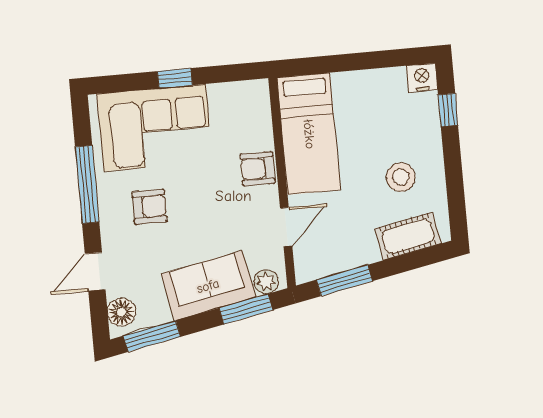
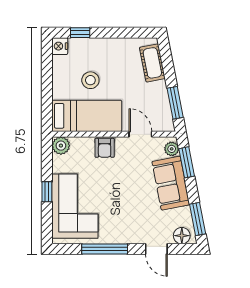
plant: (255, 95) -> (61, 146), added
stool: (401, 177) -> (90, 80), moved
armchair: (149, 207) -> (121, 214), removed

